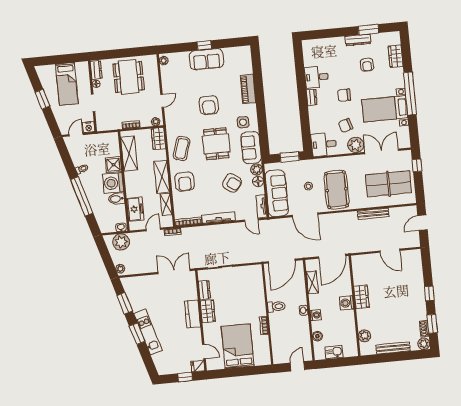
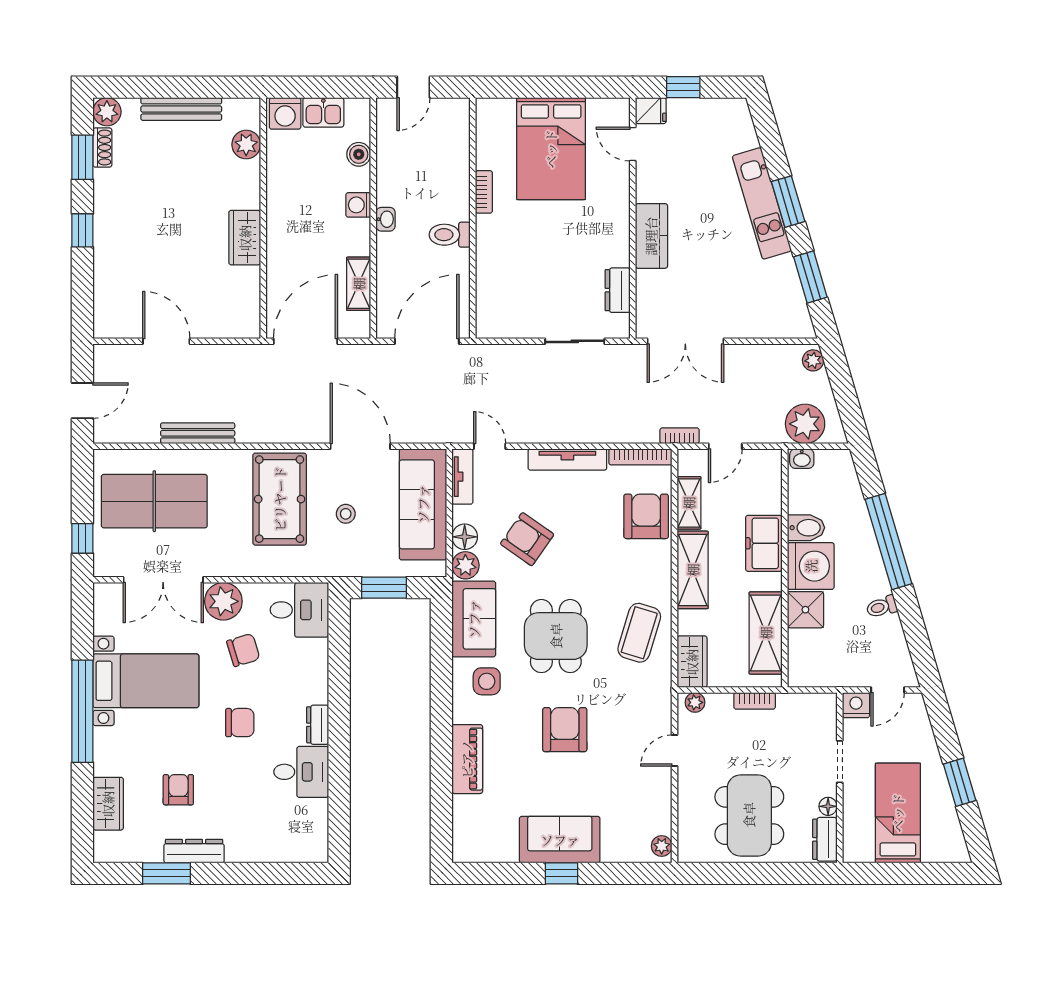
armchair: (185, 182) -> (646, 516), moved
freezer: (135, 209) -> (764, 543), moved
washing machine: (347, 303) -> (285, 113), moved, turned 90
wardrobe: (208, 311) -> (615, 239), removed

